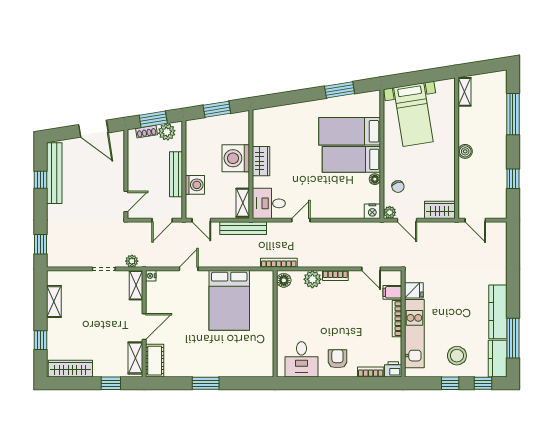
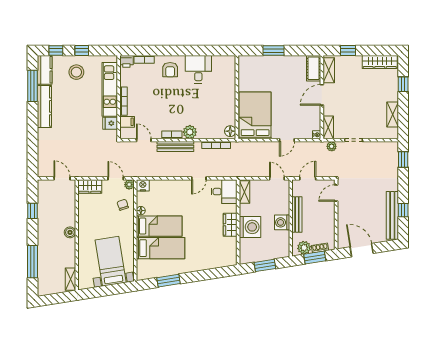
washing machine: (195, 185) -> (282, 222), moved
bench: (243, 228) -> (175, 146), moved
floor lamp: (284, 280) -> (230, 131), moved
wall: (275, 324) -> (237, 97), moved

